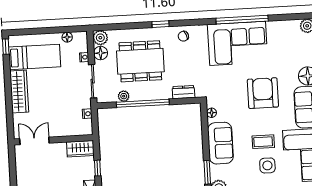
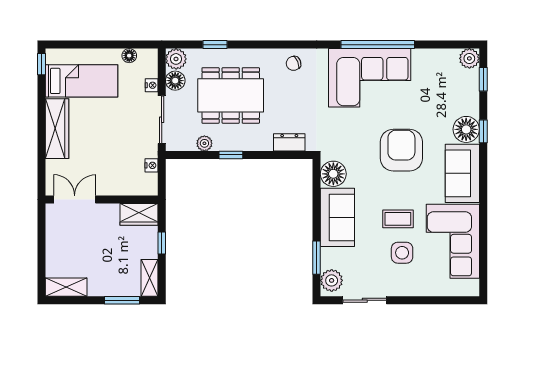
window: (160, 24) -> (215, 45), moved
window: (143, 103) -> (231, 155), width x0.32
floor lamp: (212, 113) -> (333, 174), width x1.89, depth x1.89

